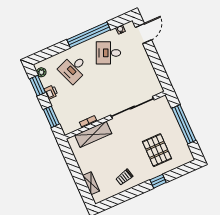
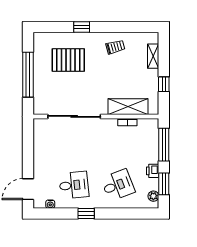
window: (89, 35) -> (86, 214), width x0.32
desk: (108, 53) -> (74, 185), turned -30
window: (51, 117) -> (164, 145), width x1.44
pallet: (157, 150) -> (68, 60), turned 90
window: (73, 165) -> (164, 84), added

